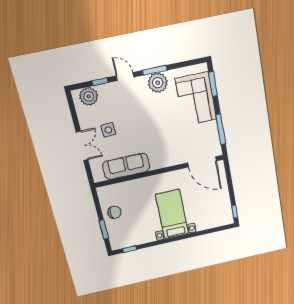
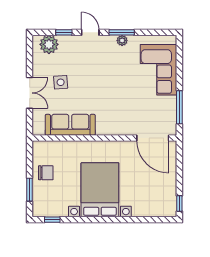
plant: (158, 83) -> (122, 40), width x0.53, depth x0.53
window: (213, 84) -> (179, 58), removed
bed with nightstands: (172, 214) -> (100, 190), width x1.36

